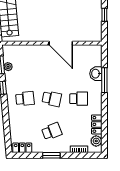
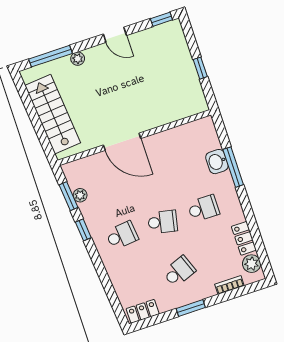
door: (61, 43) -> (122, 142), moved

